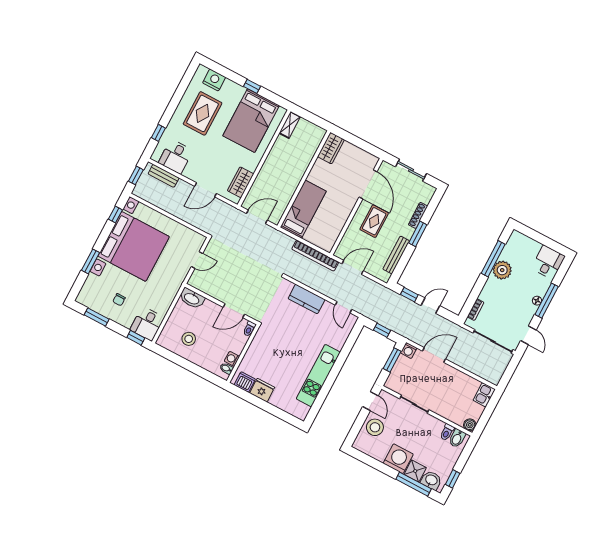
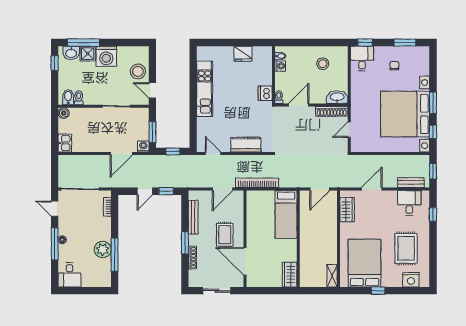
window: (91, 261) -> (433, 103), moved
shoe rack: (205, 287) -> (332, 111), added
dishwasher: (245, 382) -> (265, 93), moved, turned 90

